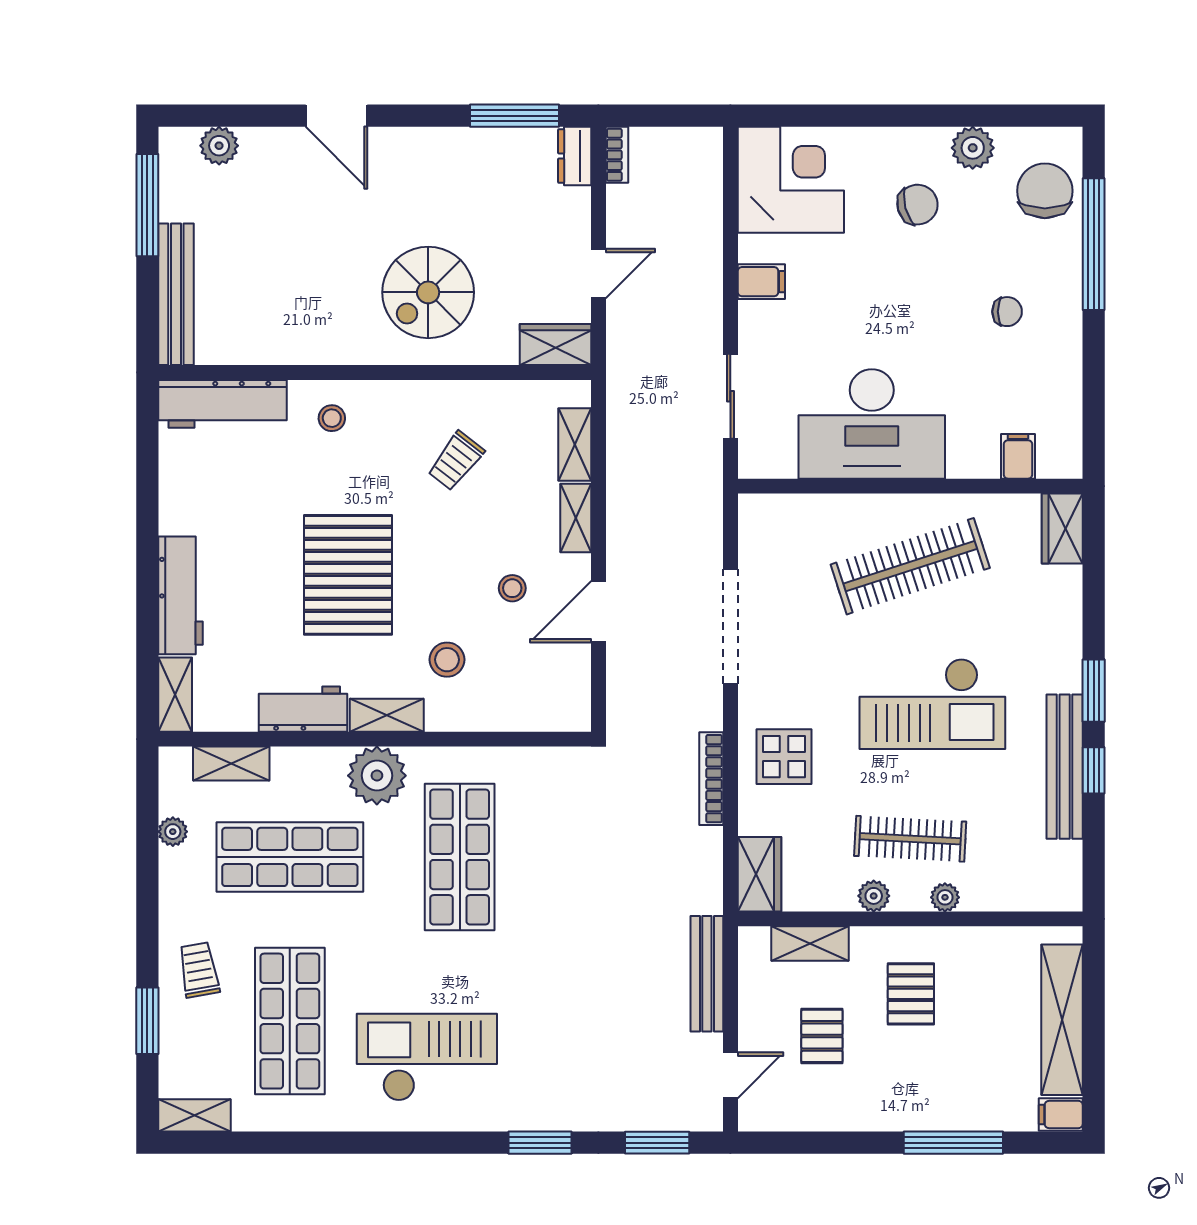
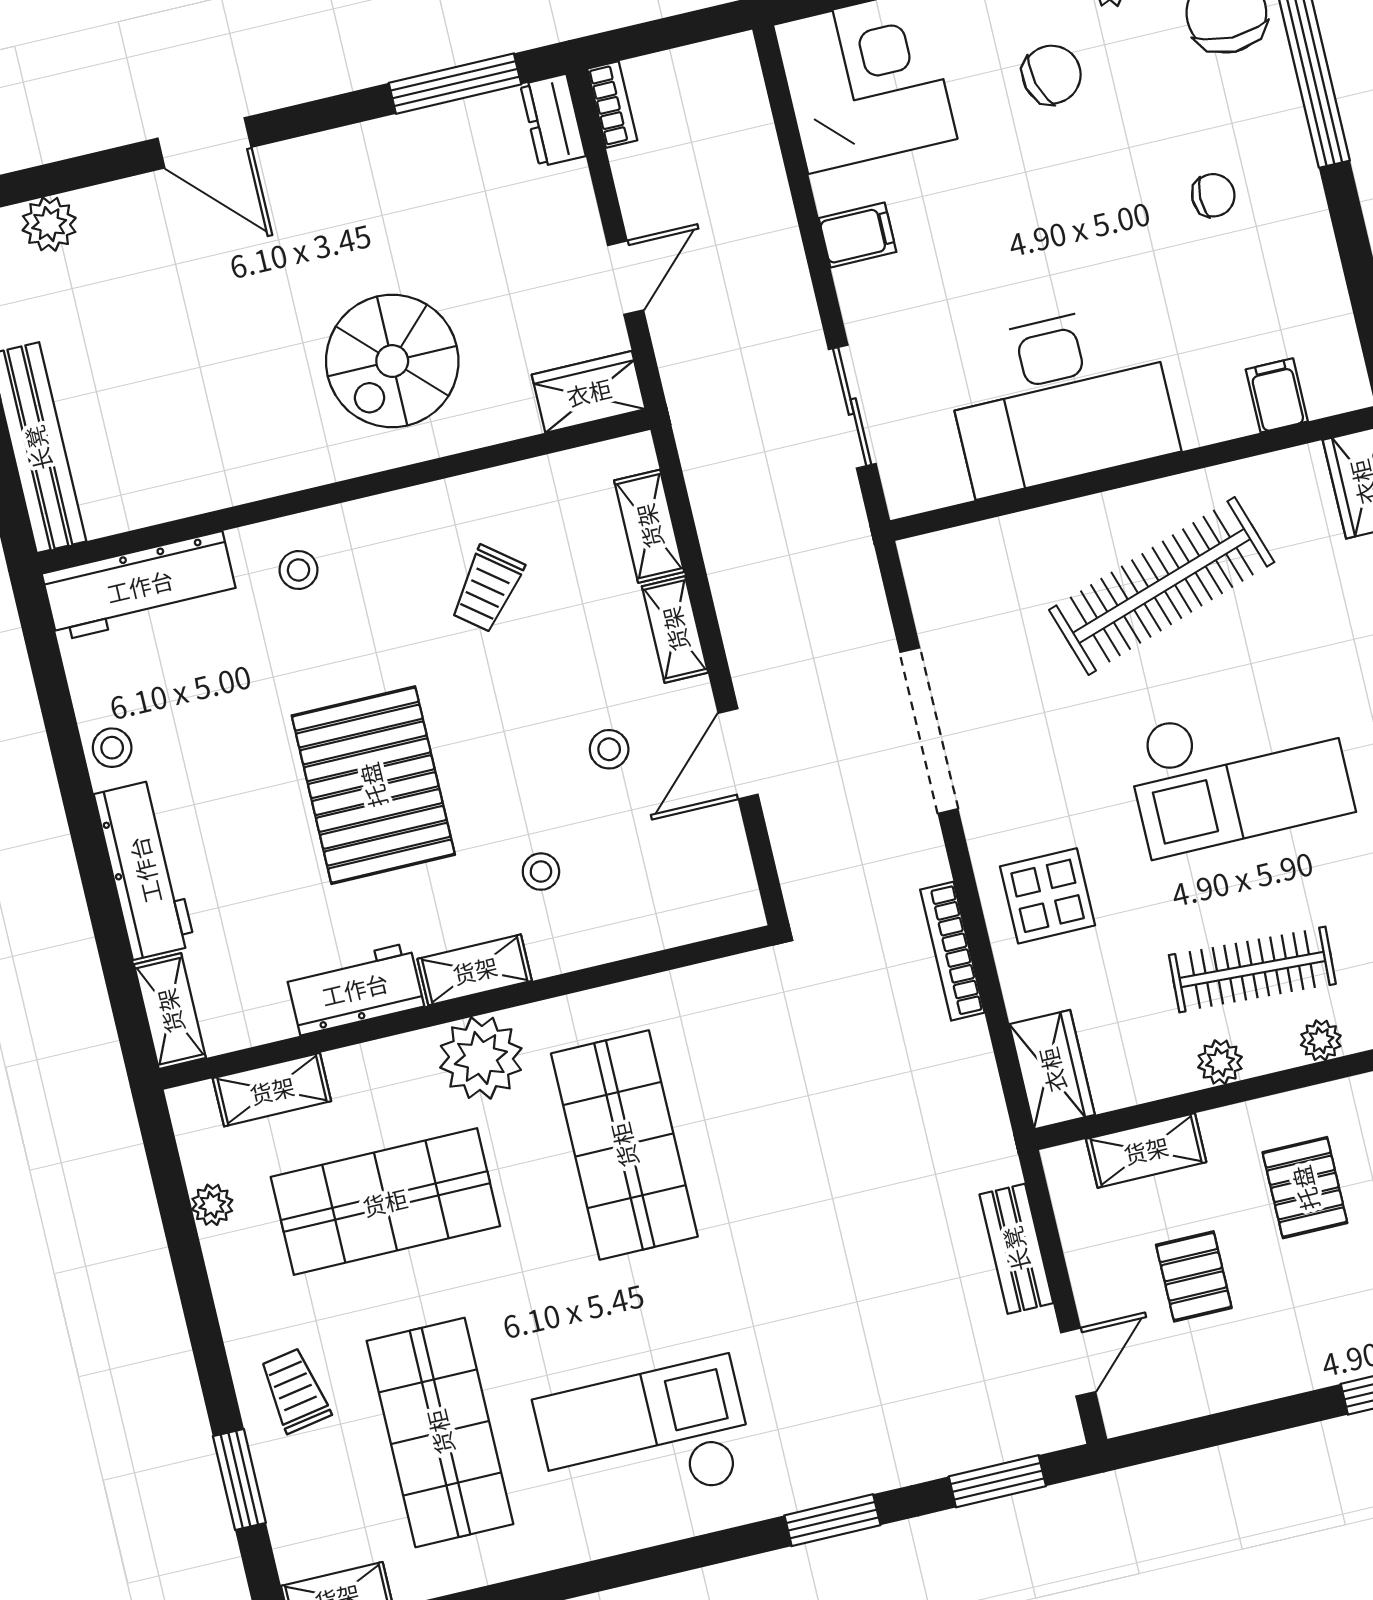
stool: (178, 508) -> (112, 748), added
stool: (447, 660) -> (541, 872), width x0.73, depth x0.73
bench: (707, 974) -> (1016, 1249), width x0.73

